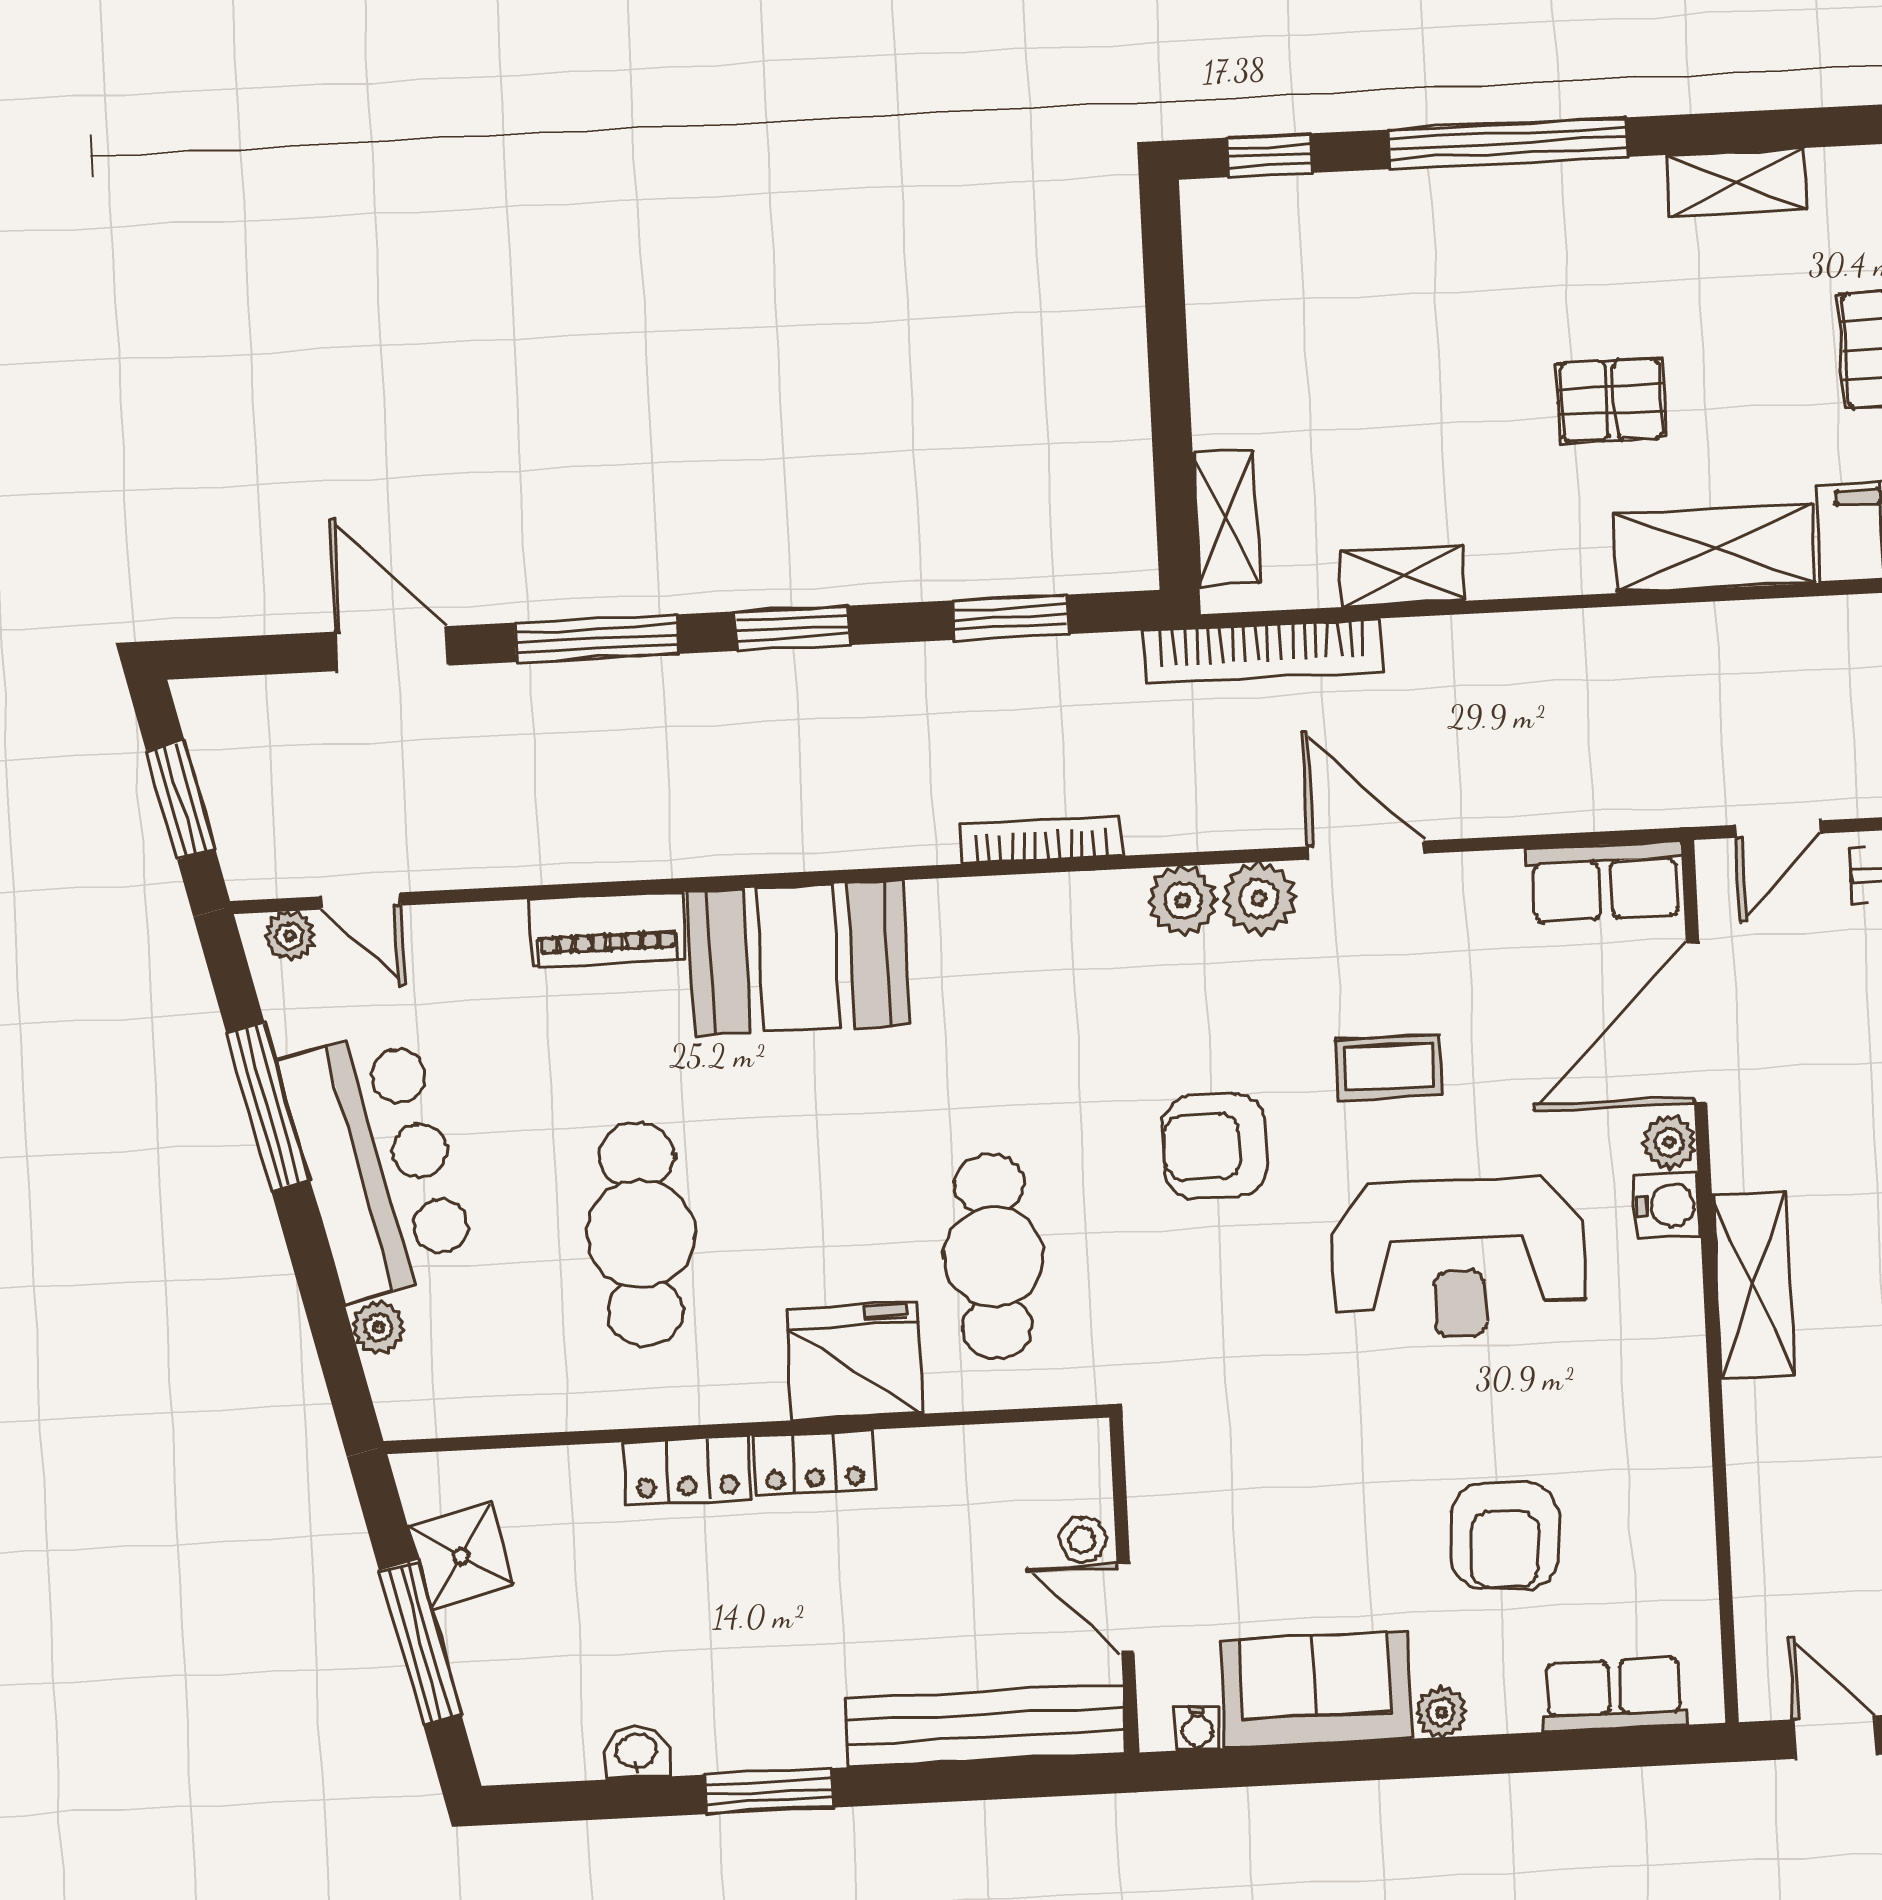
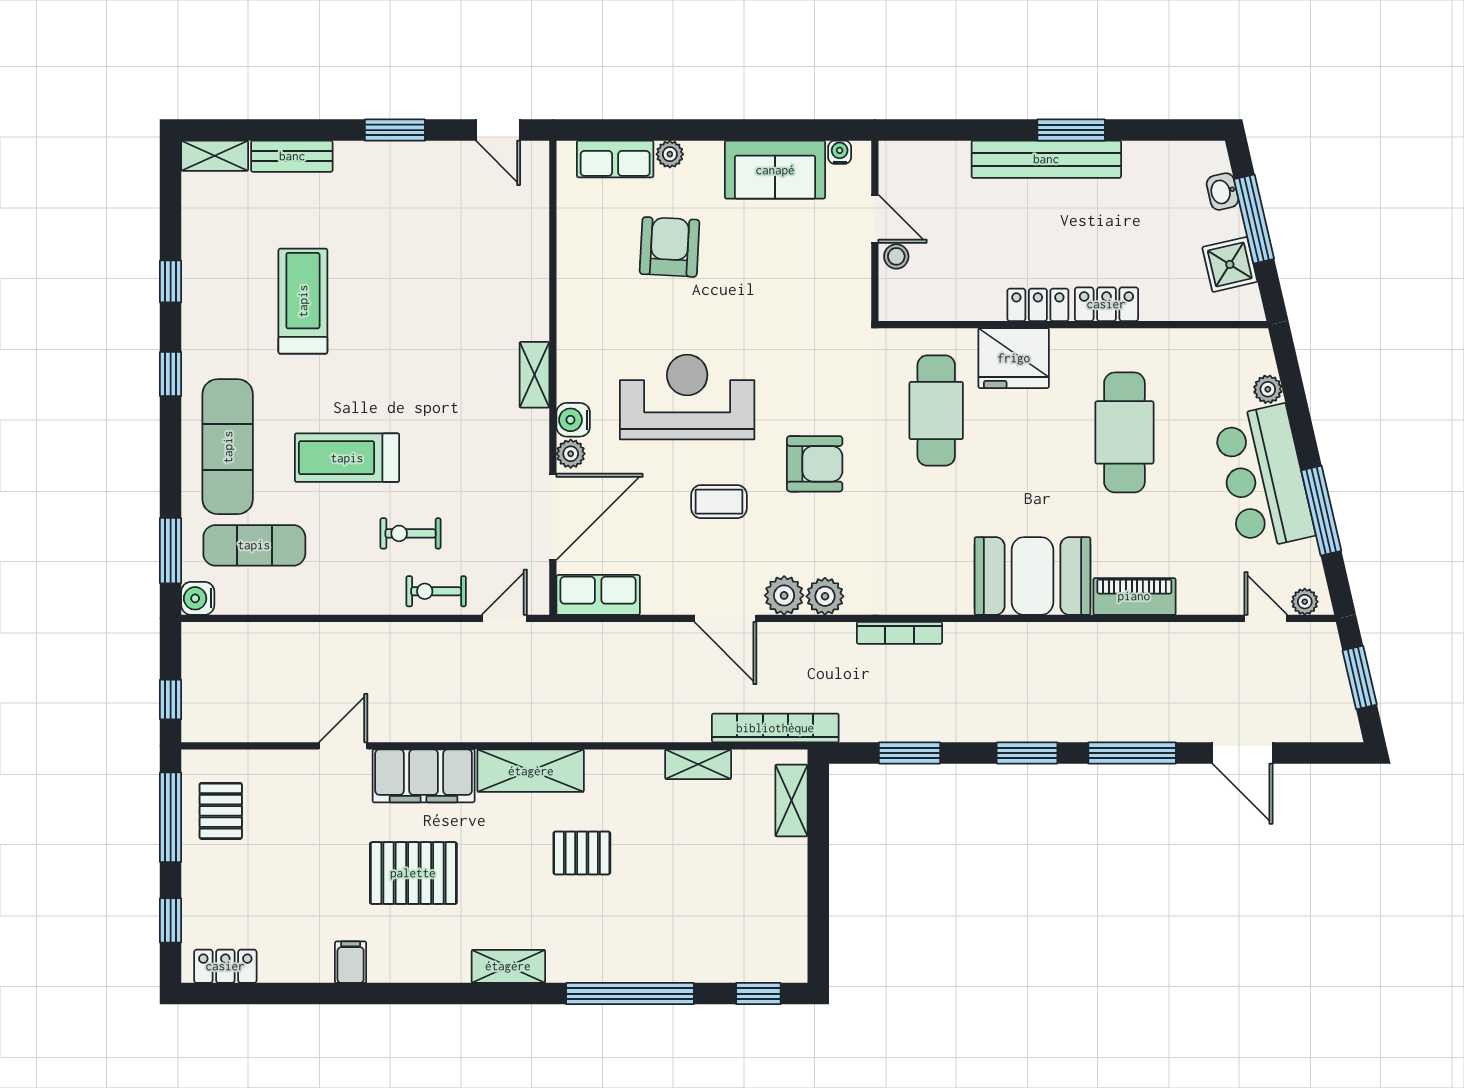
shelving: (1753, 1285) -> (534, 375), width x0.67, depth x0.75
plant: (1441, 1712) -> (670, 154), moved
bench: (986, 1726) -> (1046, 159), moved
washbasin: (636, 1752) -> (1222, 192), moved, turned 77

